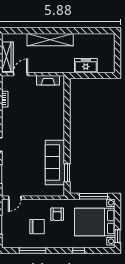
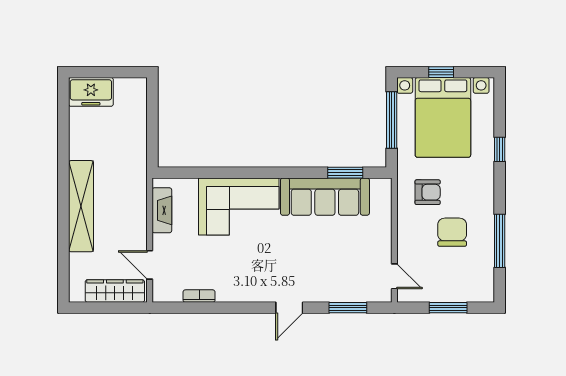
freezer: (86, 66) -> (91, 92), moved, turned -90
corner sofa: (50, 119) -> (239, 206), added
window: (118, 236) -> (441, 72), moved

